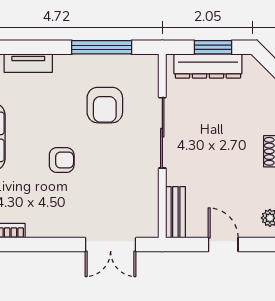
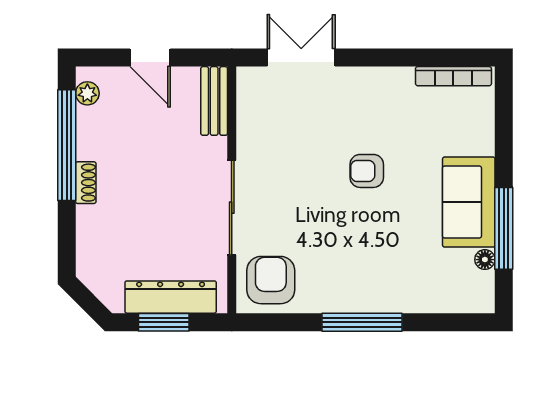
window: (102, 47) -> (362, 322), moved
tv unit: (28, 63) -> (411, 301), removed
armchair: (105, 105) -> (271, 280), moved

